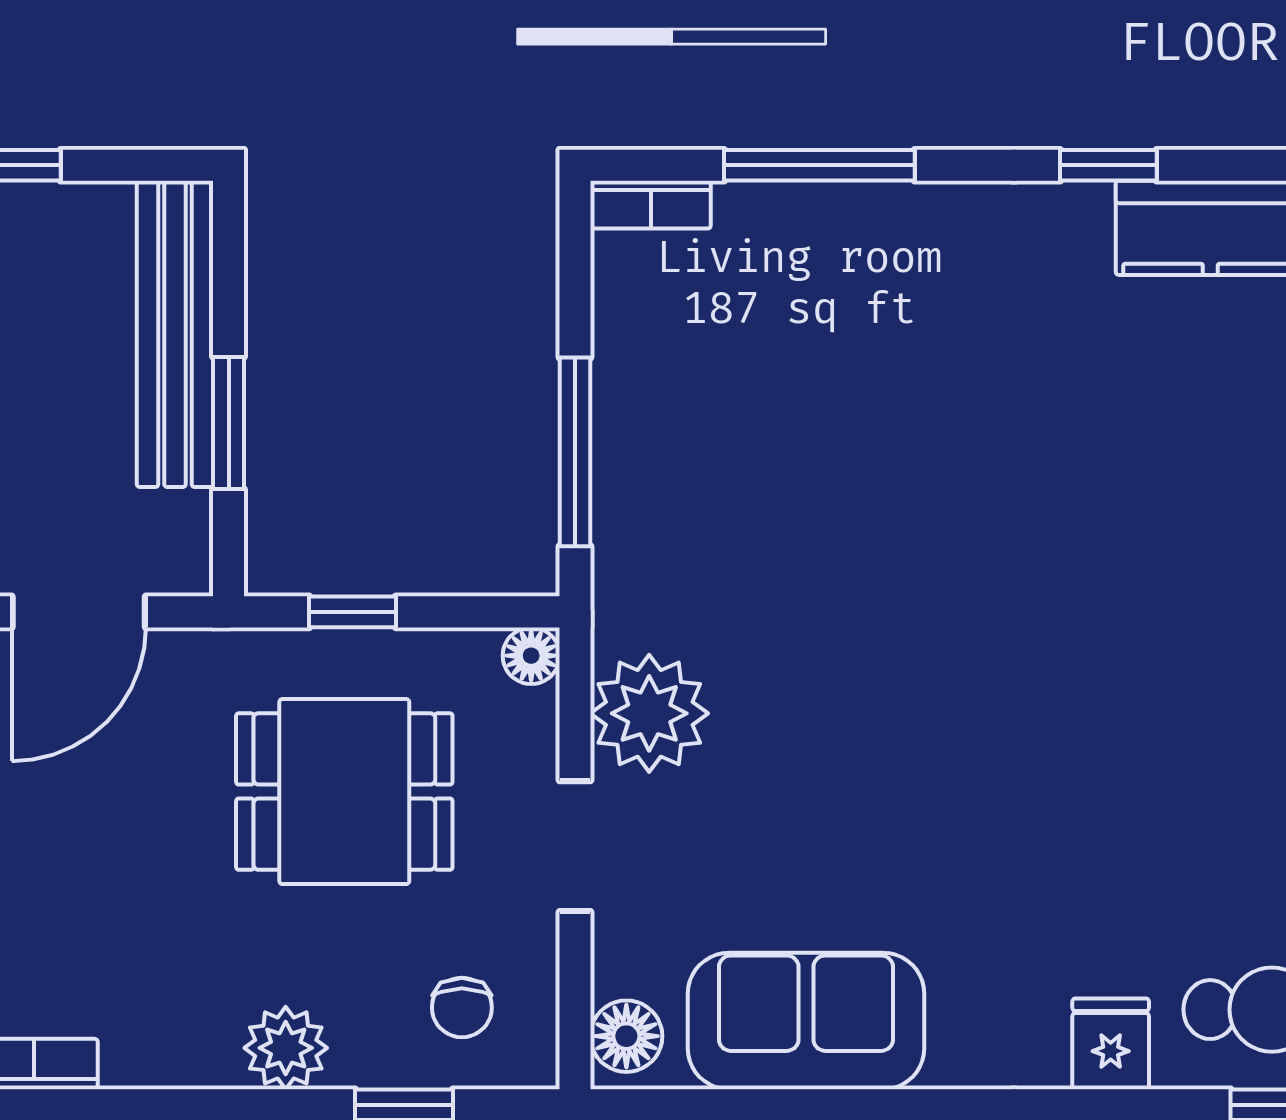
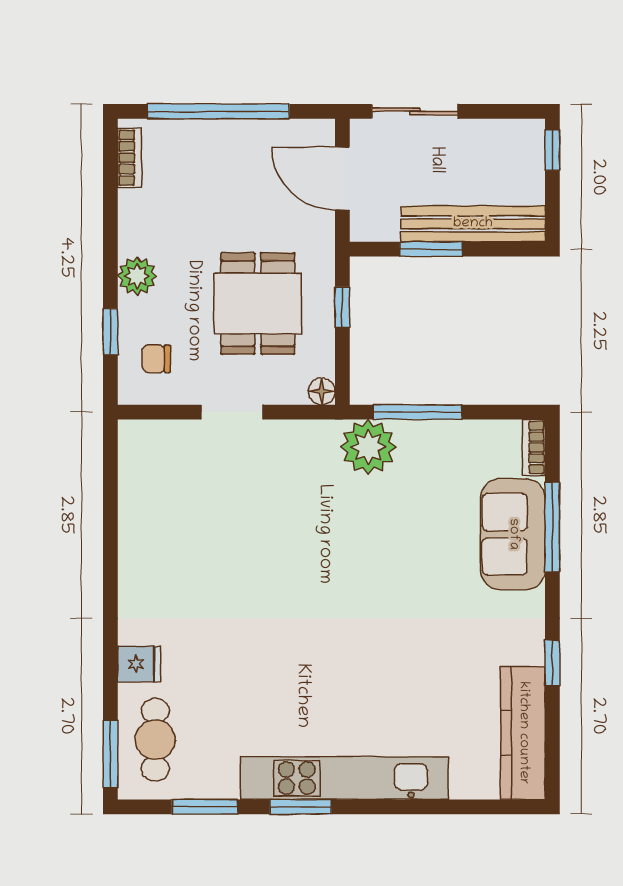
plant: (649, 713) -> (368, 447), moved
sofa: (806, 1021) -> (513, 534), moved, turned 180
floor lamp: (626, 1036) -> (143, 436), removed

